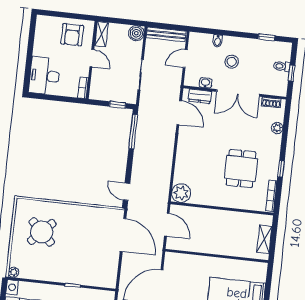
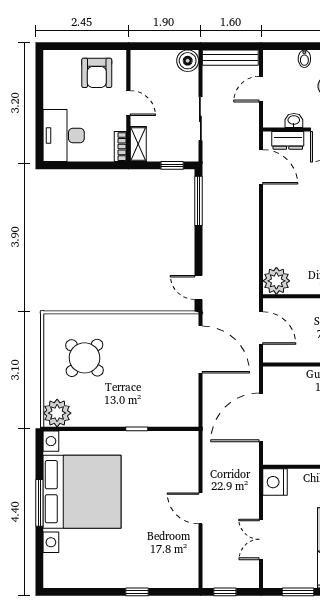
shelving: (101, 34) -> (138, 144), moved
plant: (13, 272) -> (57, 413), width x1.88, depth x1.88

